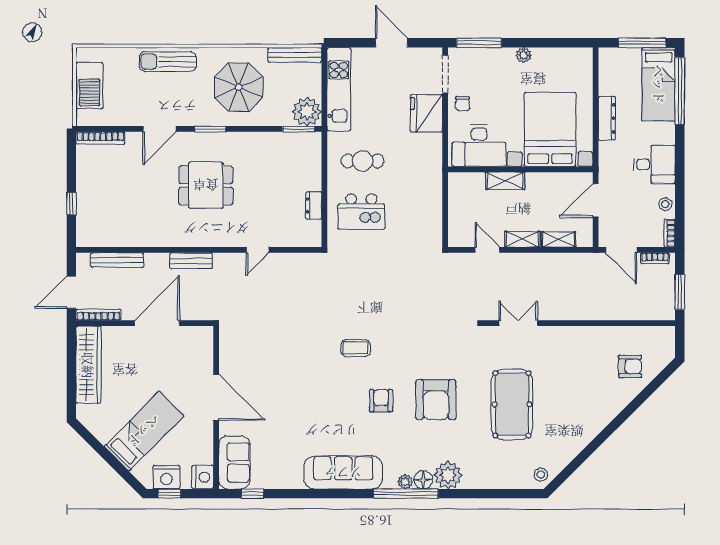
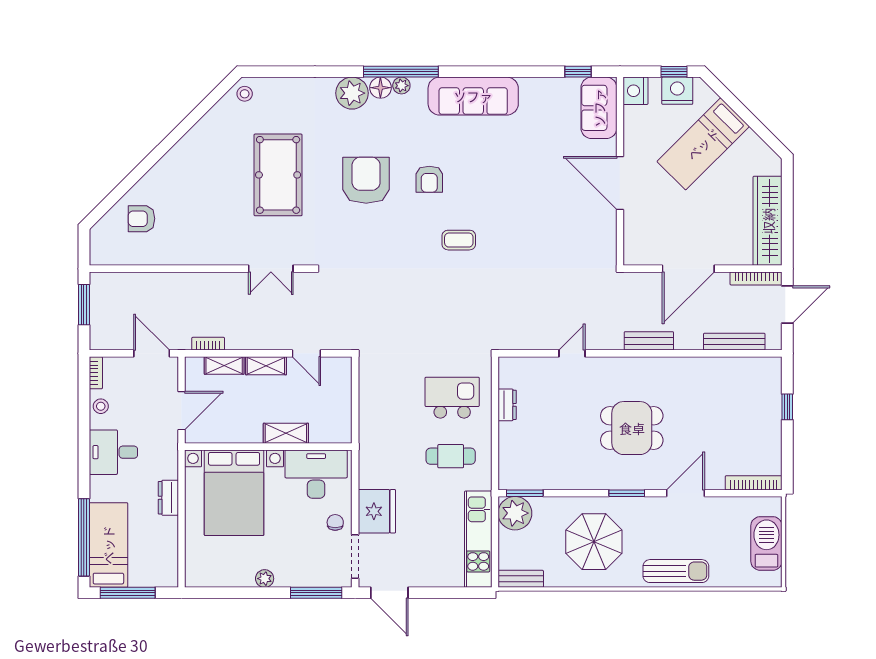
door: (392, 43) -> (389, 593), moved
bench: (295, 55) -> (521, 579), width x0.73
dresser: (607, 118) -> (168, 498), width x0.70
bookcase: (655, 258) -> (208, 344), moved

